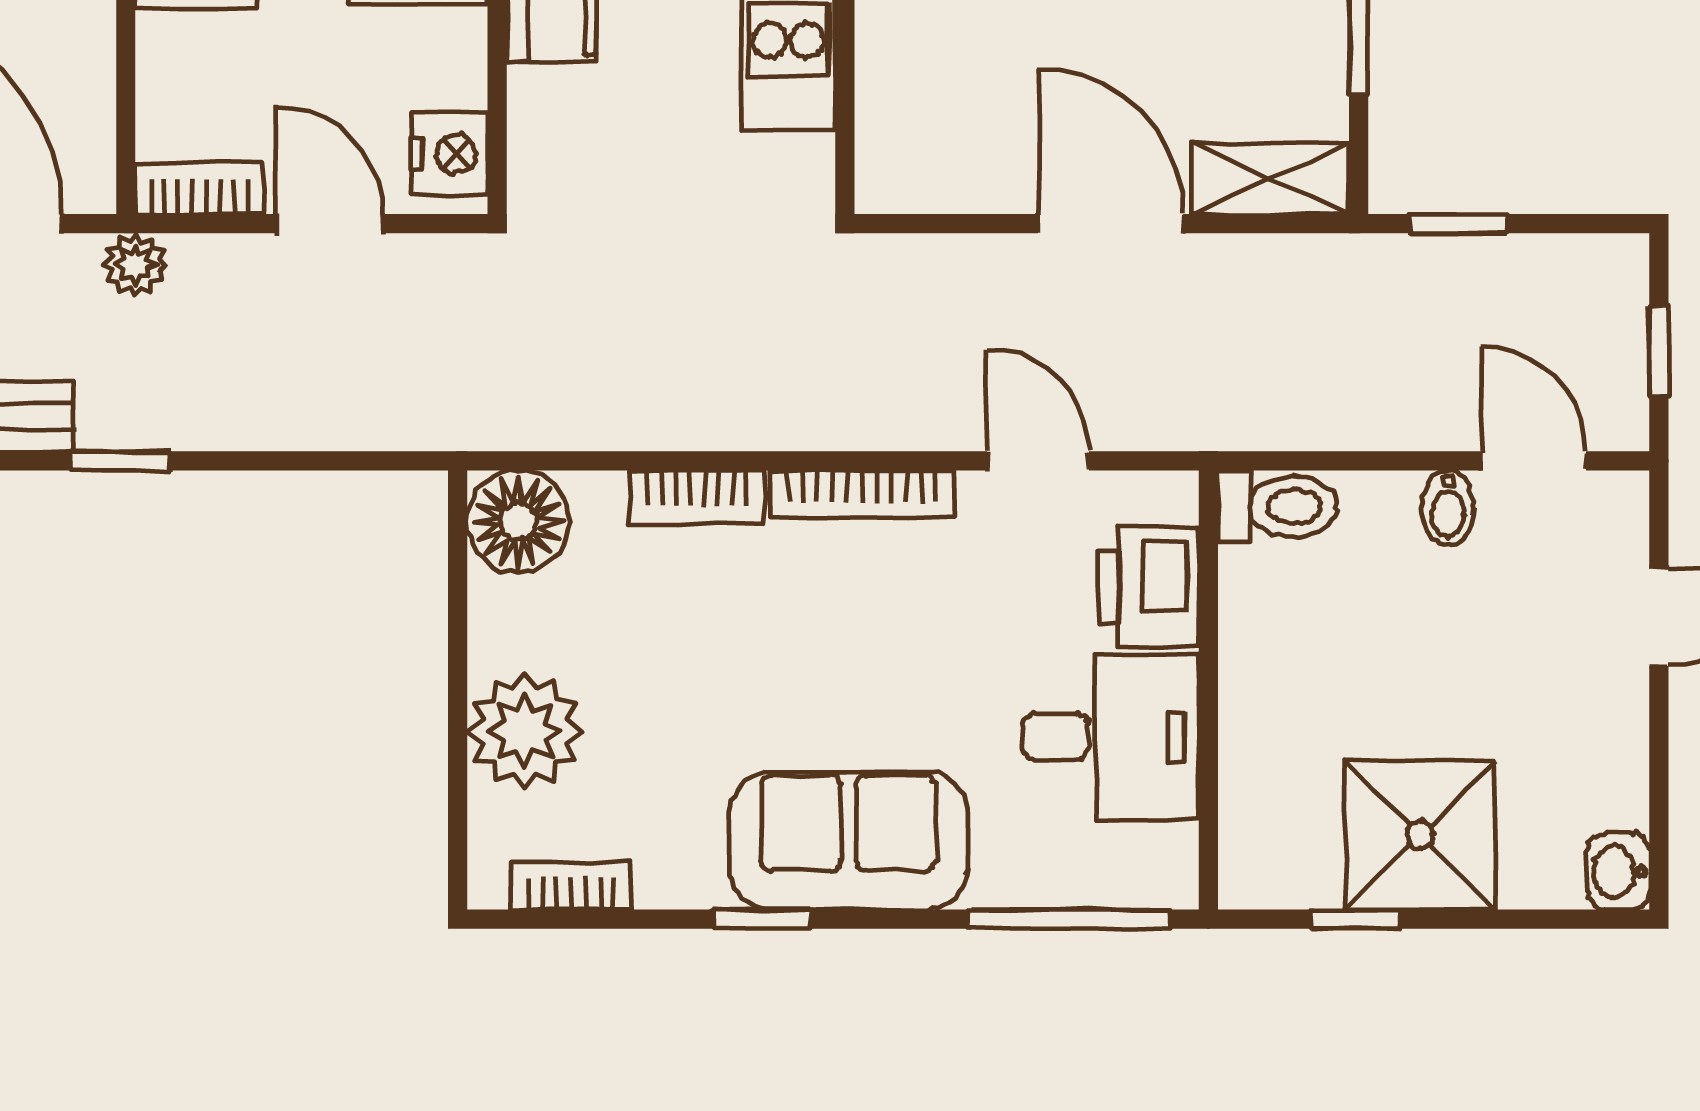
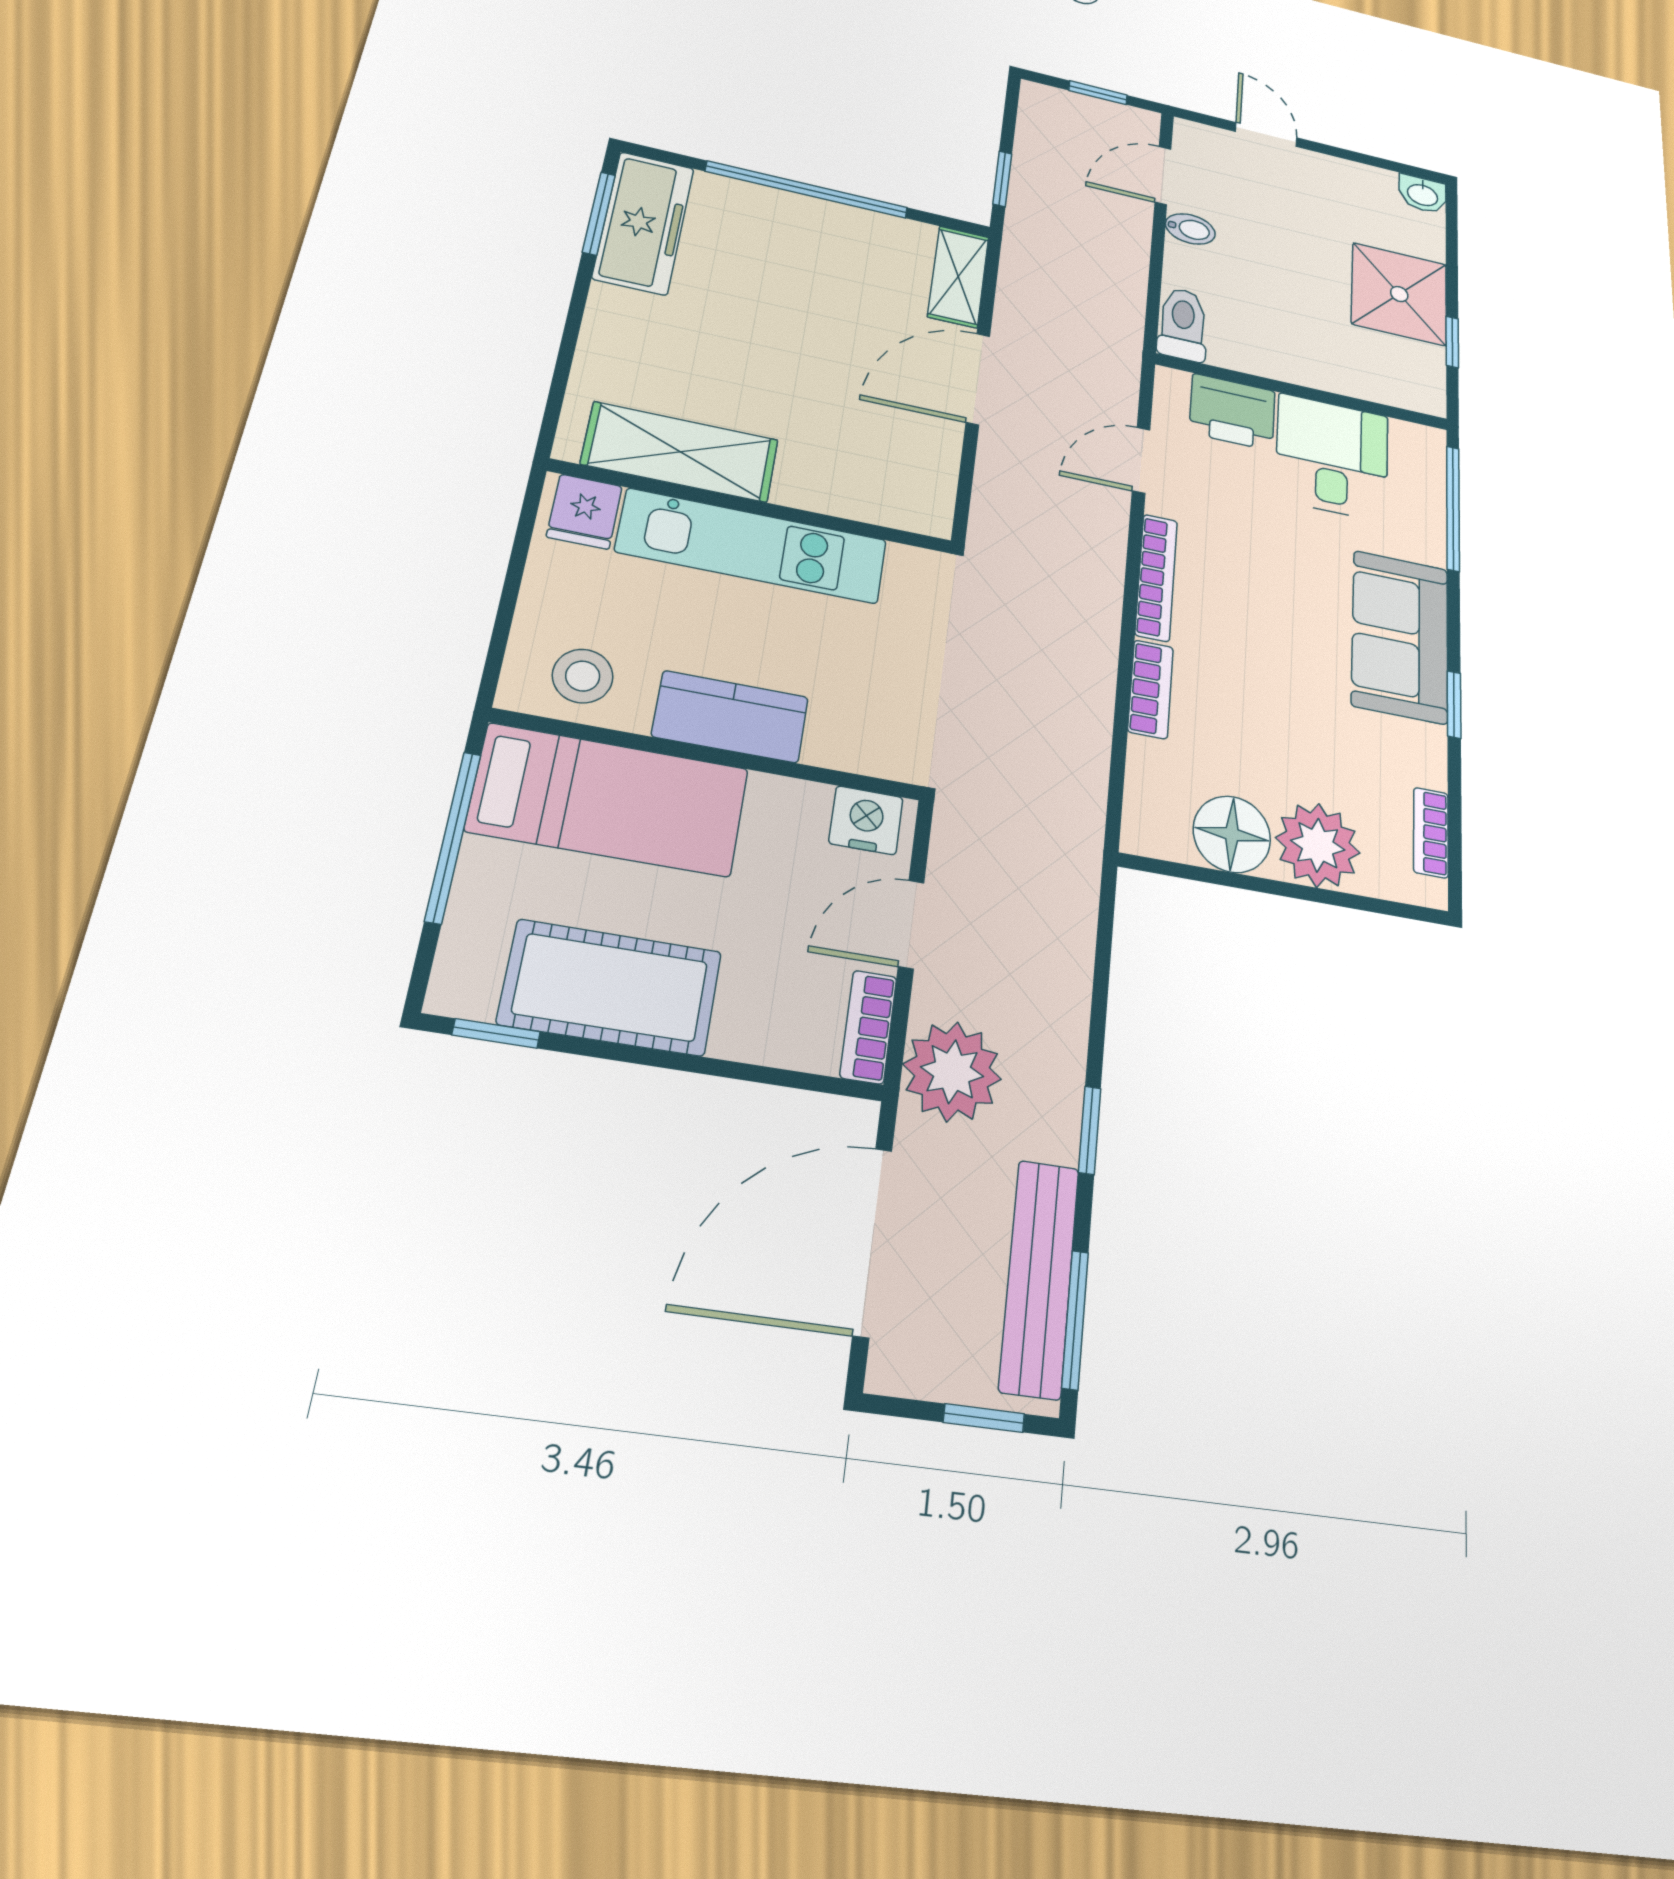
plant: (135, 265) -> (952, 1072), width x1.88, depth x1.88
floor lamp: (518, 521) -> (1232, 834), moved

